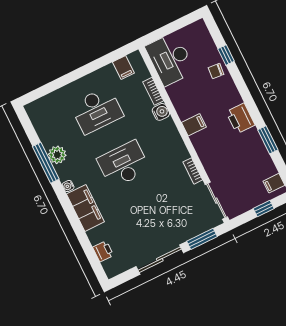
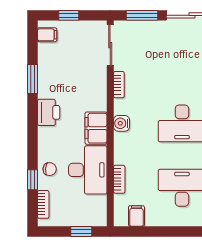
window: (163, 32) -> (81, 231), added
bookcase: (207, 39) -> (43, 204), added
desk: (170, 59) -> (88, 170), moved
water cooler: (161, 112) -> (122, 123), moved
filing cabinet: (194, 125) -> (96, 128), width x2.00

